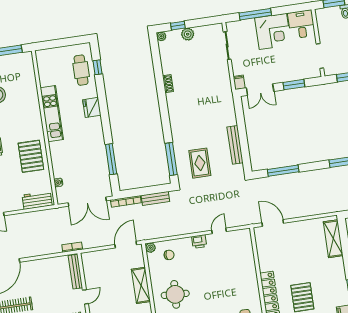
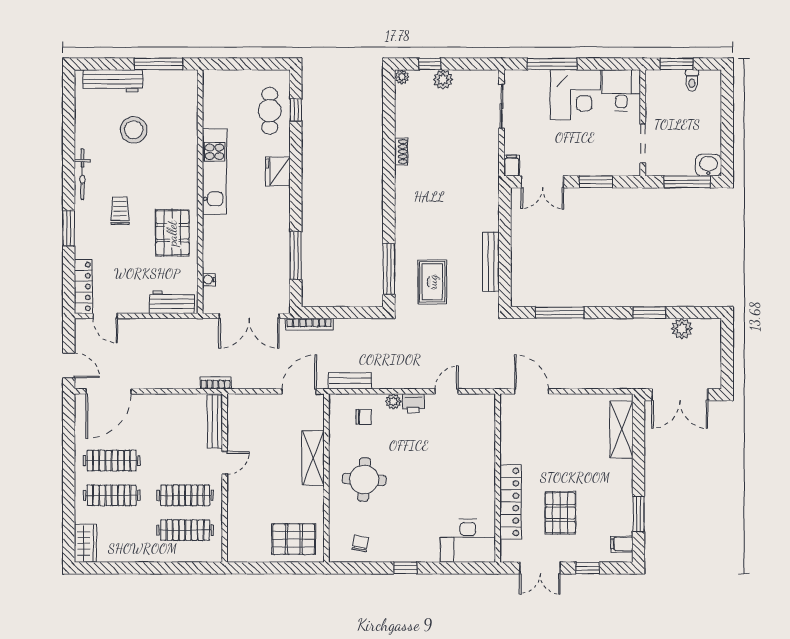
bench: (155, 198) -> (350, 381), moved
plant: (150, 248) -> (393, 401), moved

